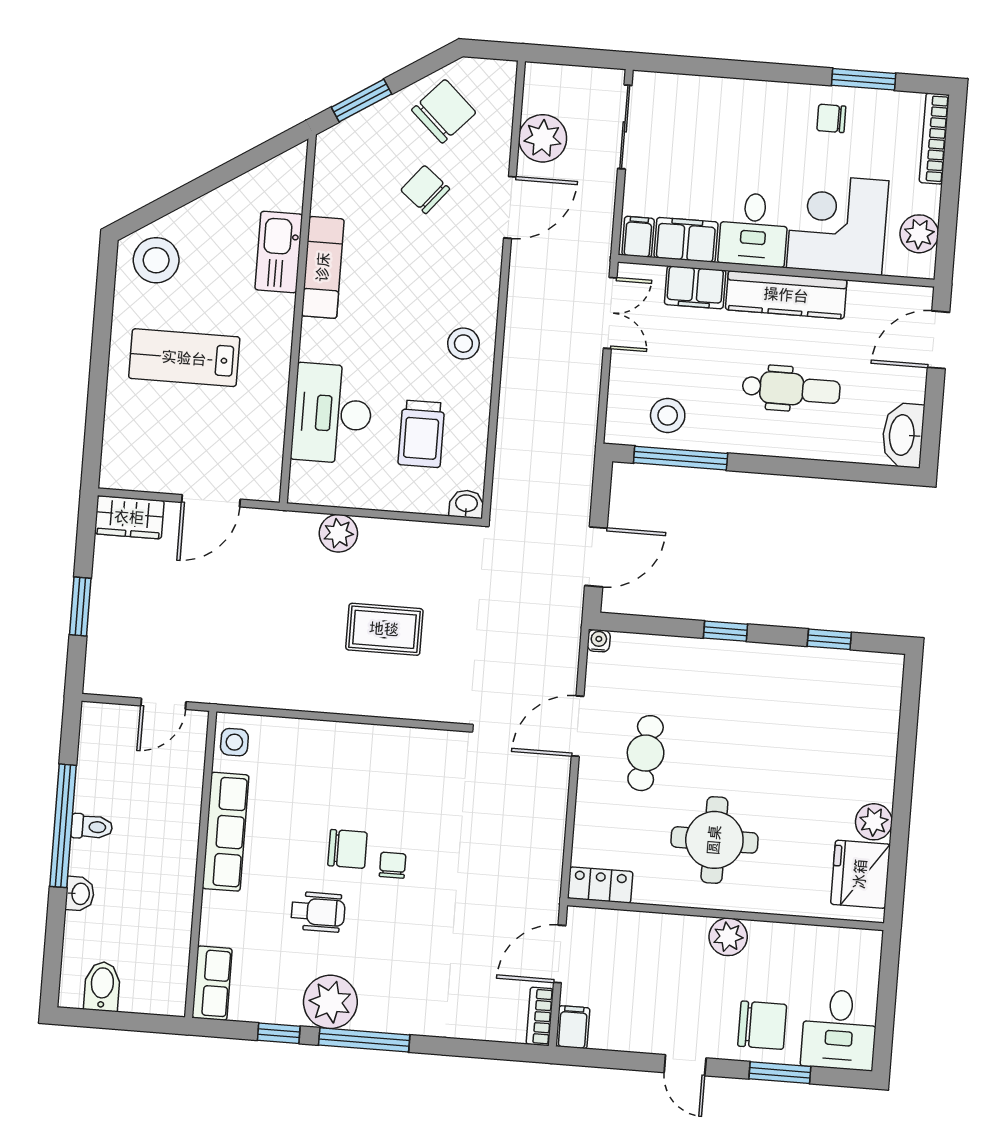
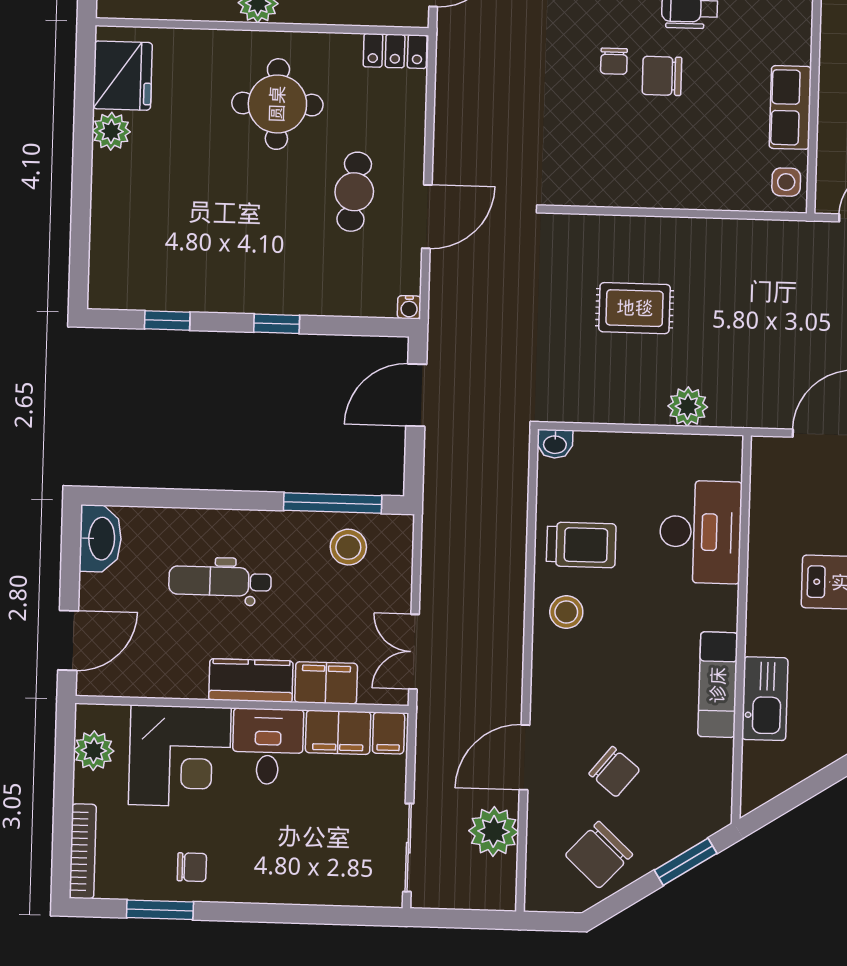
kitchen counter: (786, 295) -> (251, 680), width x0.67
trolley: (421, 434) -> (581, 545), moved, turned 90
row of seats: (226, 832) -> (790, 107), width x0.68

